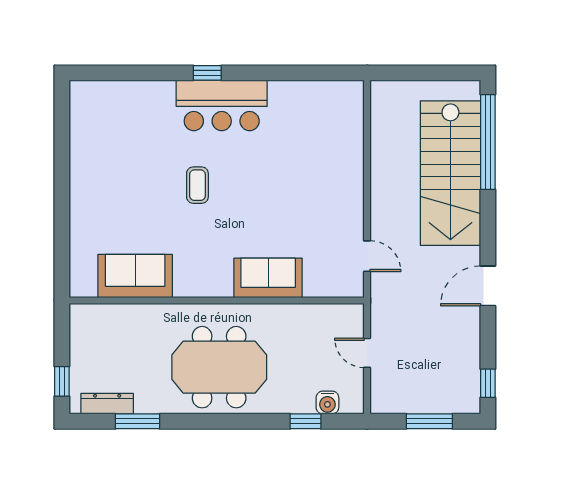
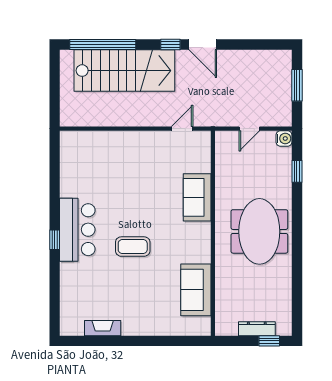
fireplace: (80, 142) -> (103, 328), added
coffee table: (197, 185) -> (133, 247), width x1.36, depth x1.30
window: (488, 383) -> (170, 45), moved
water cooler: (327, 403) -> (284, 139), moved
dresser: (107, 404) -> (257, 329), moved, turned 90
window: (137, 421) -> (297, 288), removed

